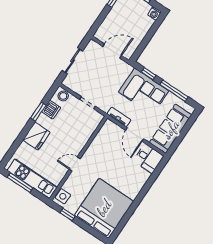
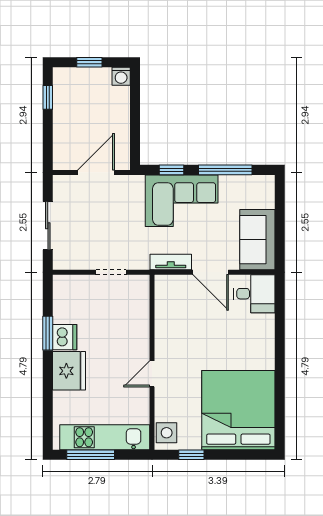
stool: (63, 96) -> (69, 286), removed
dishwasher: (51, 110) -> (65, 337), moved
sofa: (171, 129) -> (257, 240), width x0.73

